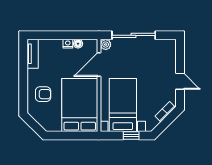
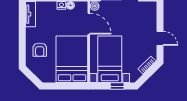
door: (99, 65) -> (89, 24), swing flipped
armchair: (43, 94) -> (40, 50), turned 90

